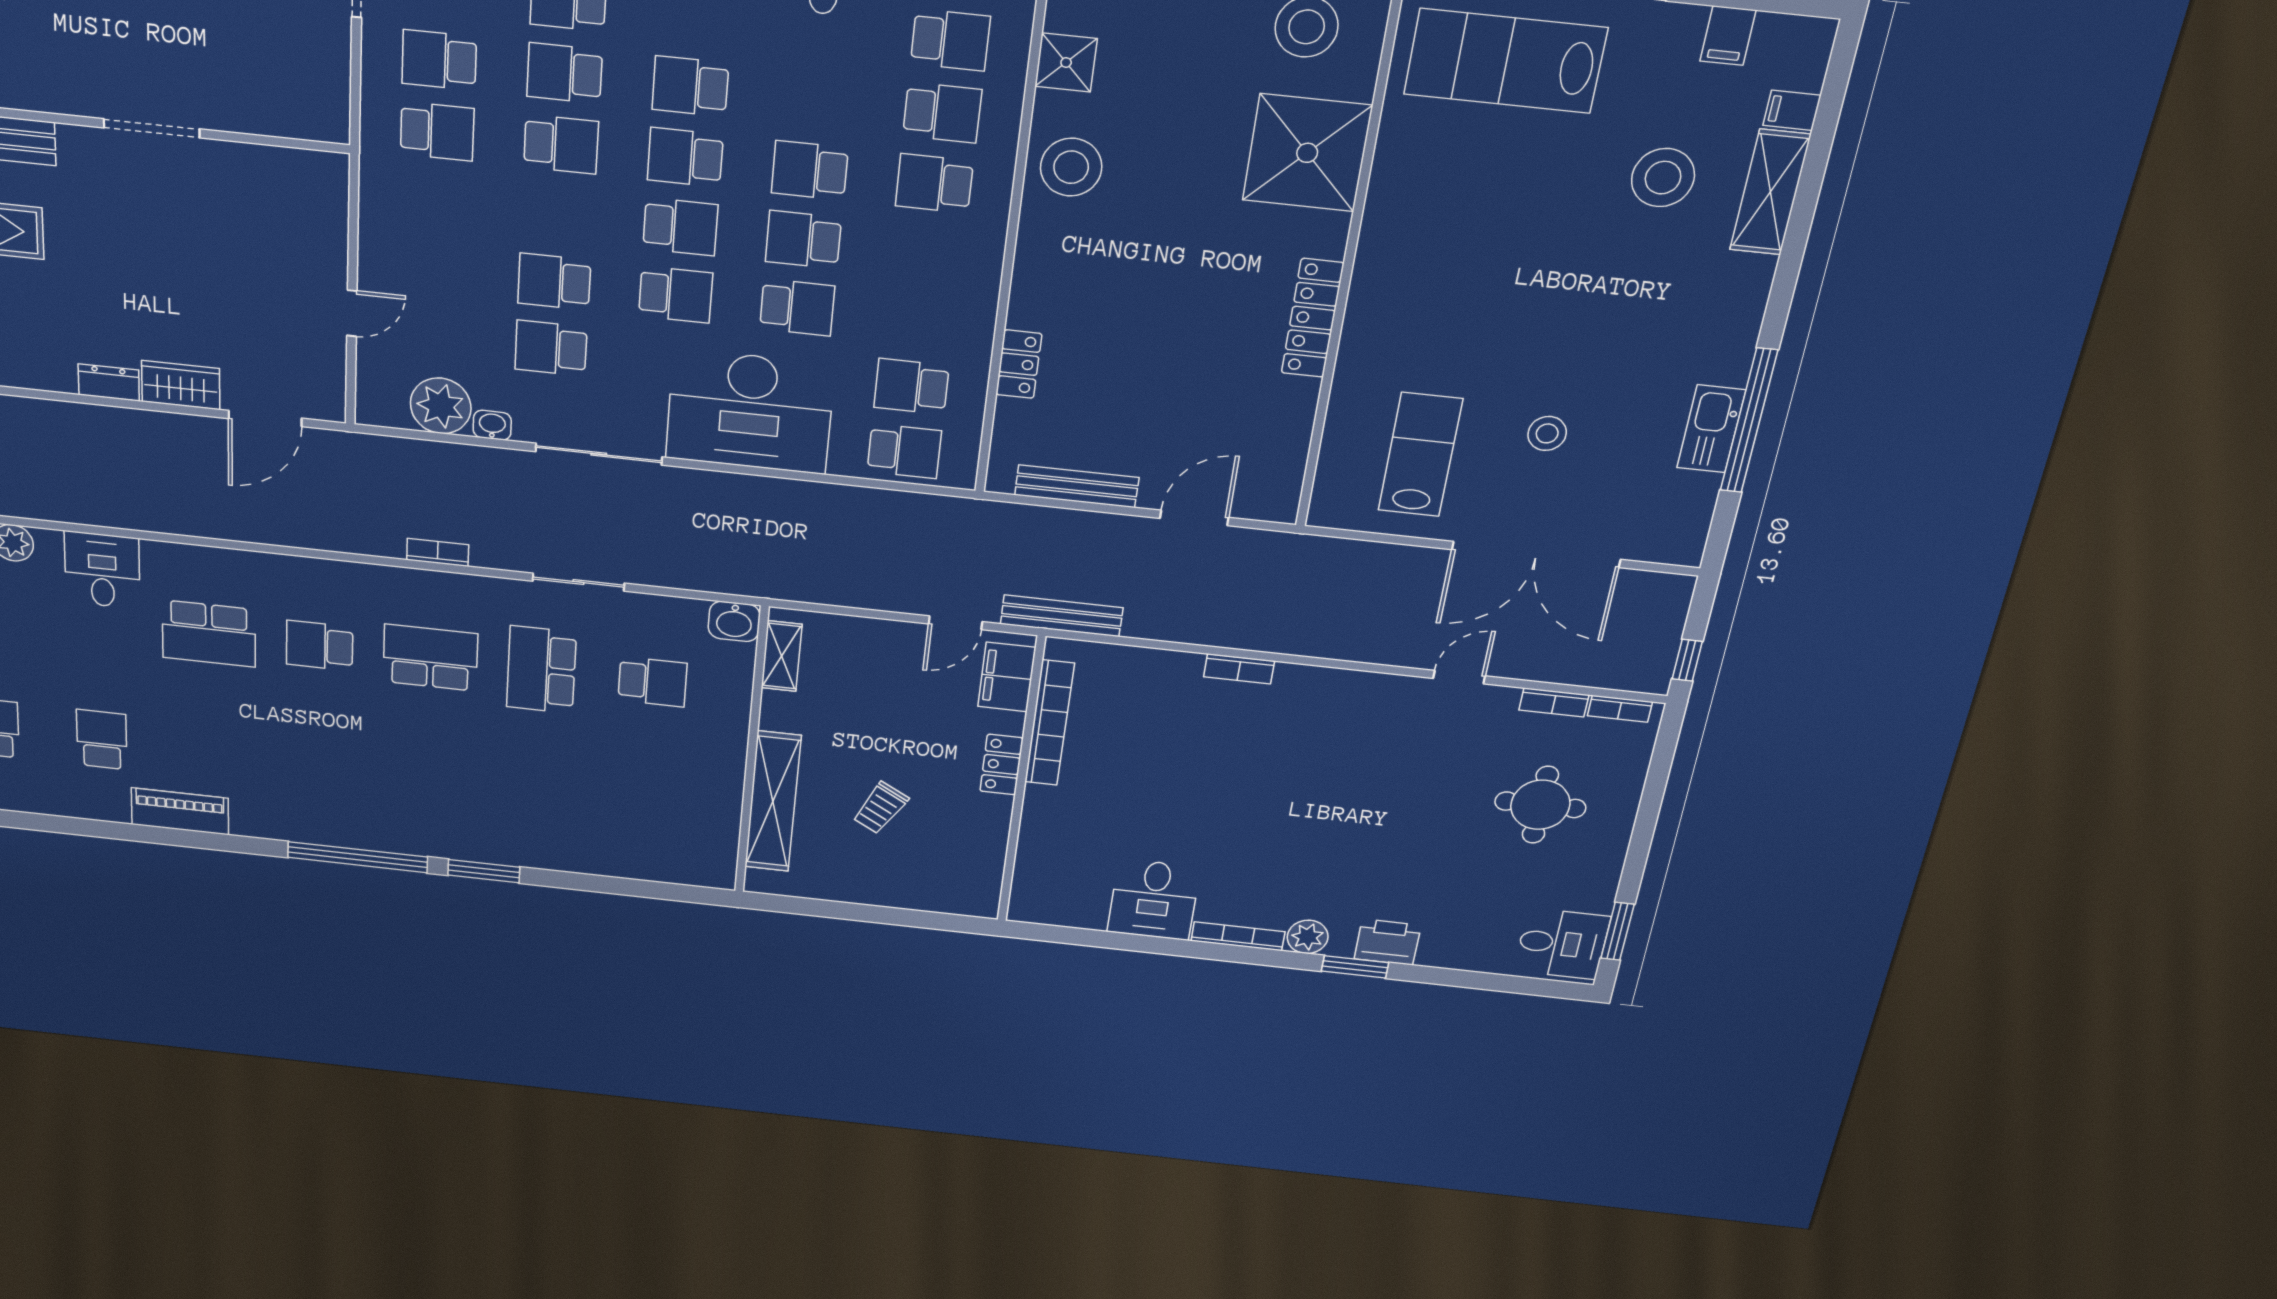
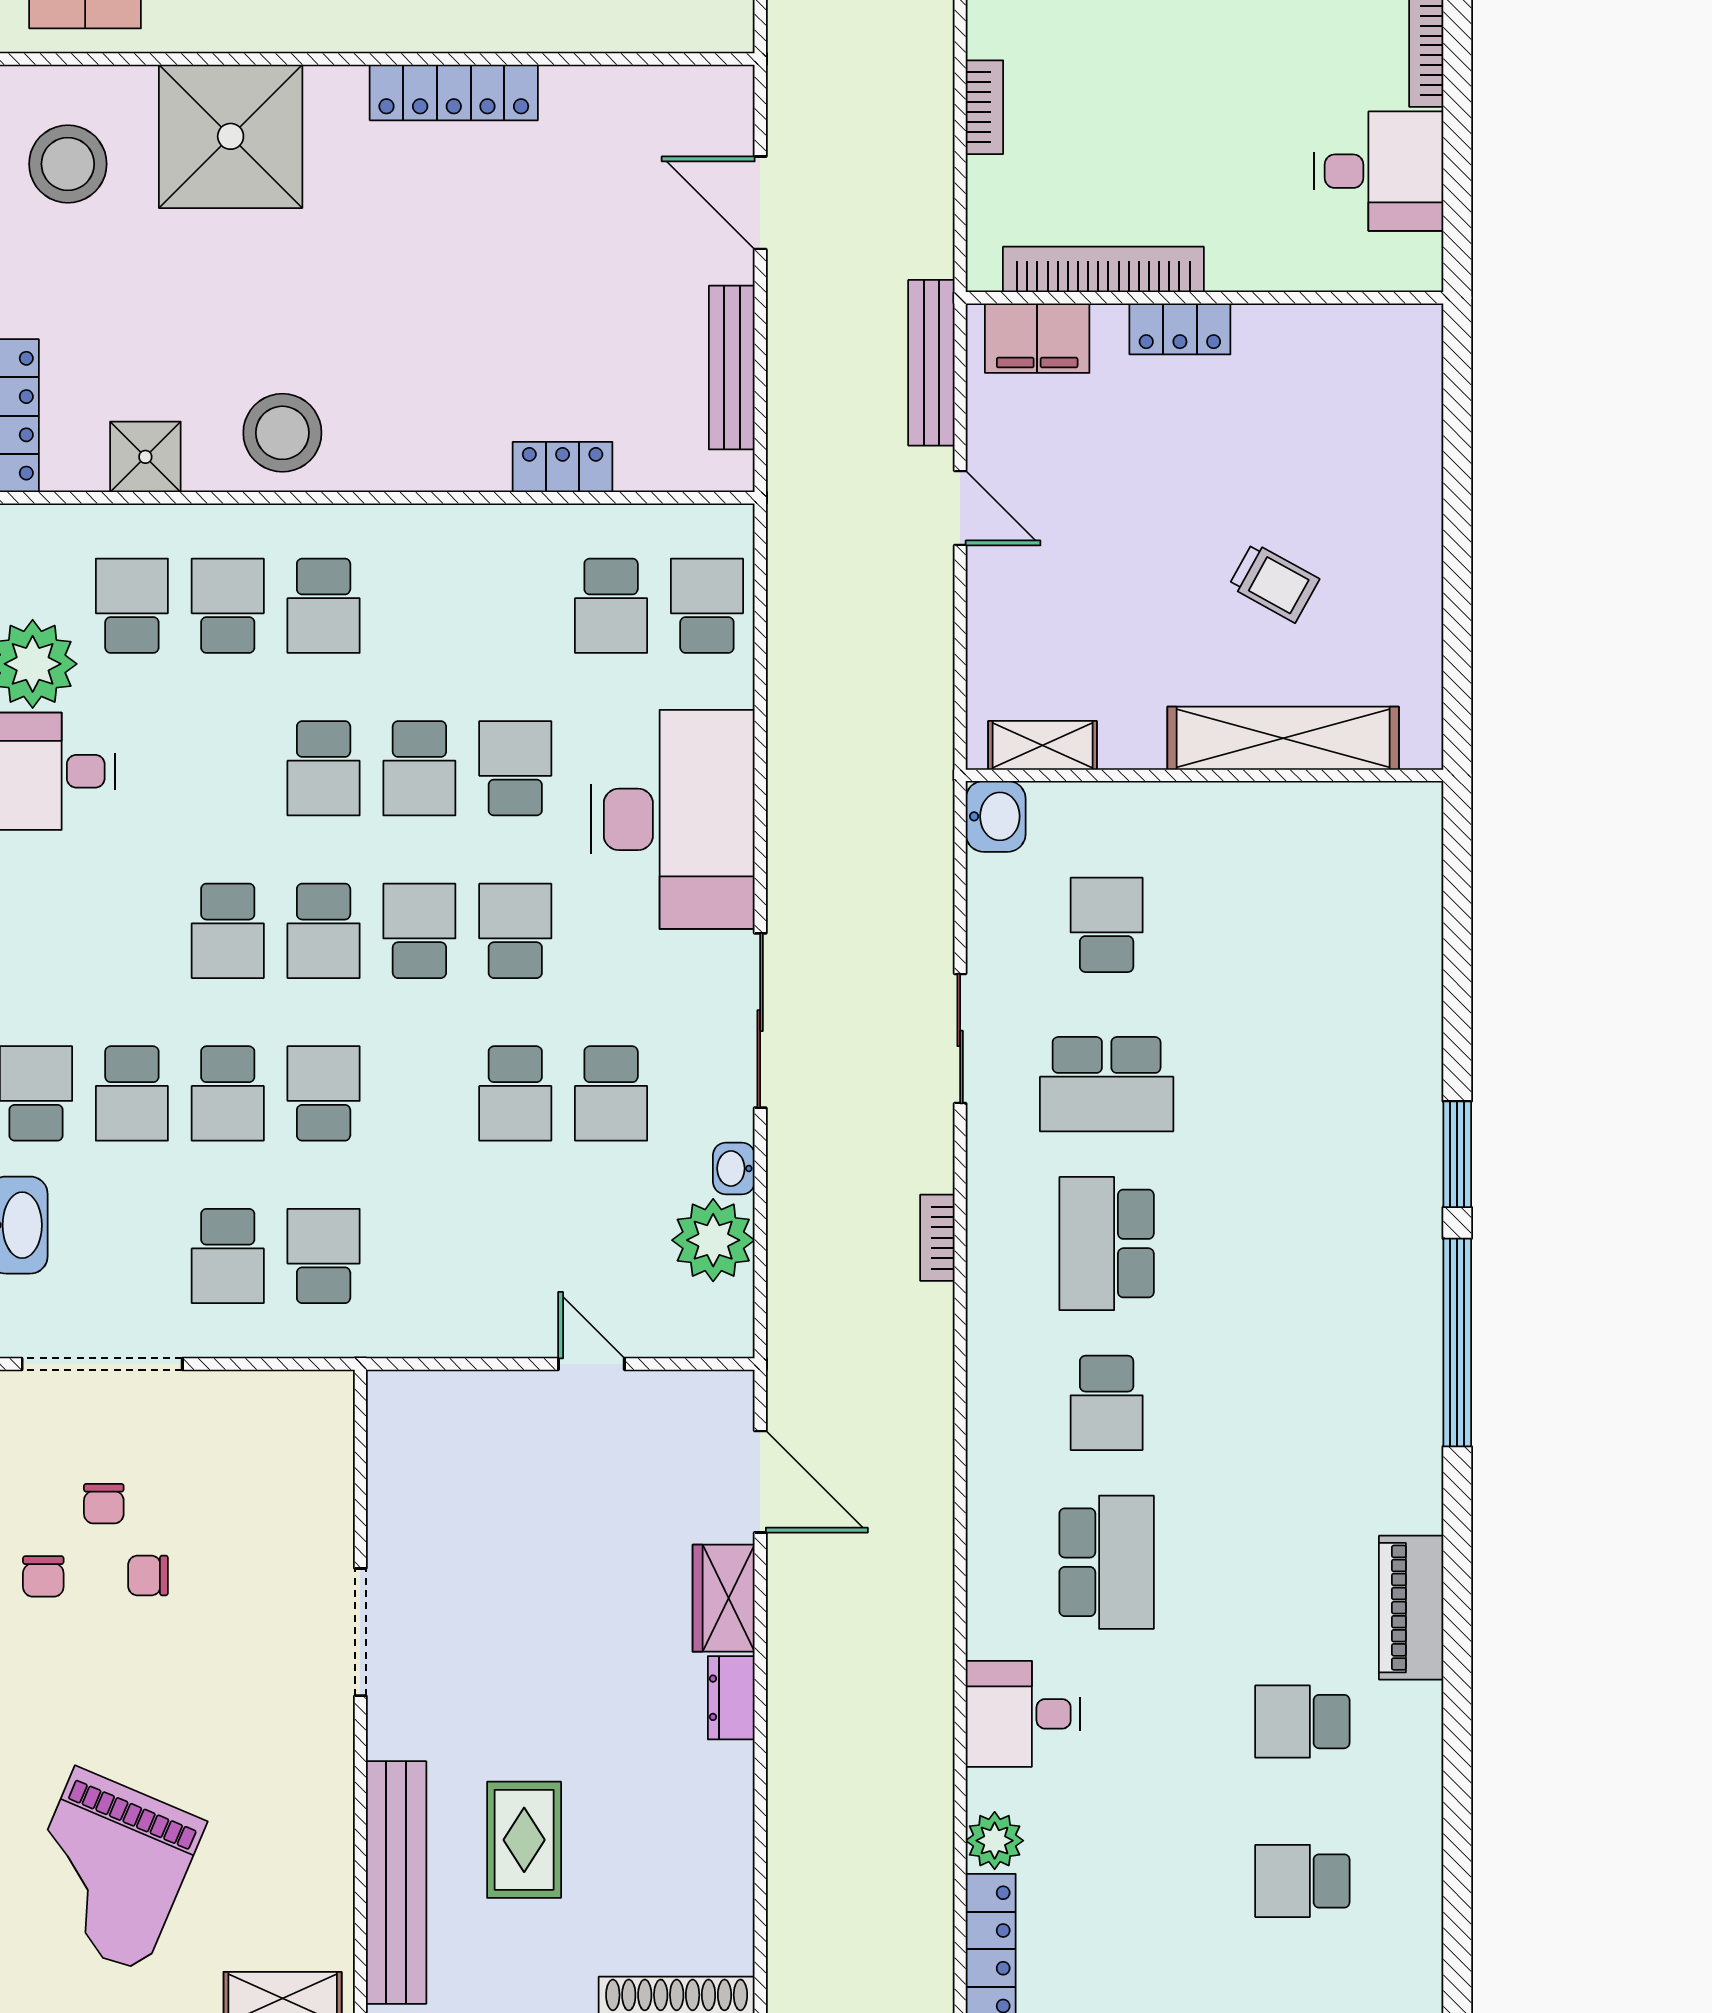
filing cabinet: (1007, 677) -> (1037, 338), moved
bookcase: (1049, 723) -> (1103, 269), moved
locker: (1001, 765) -> (1180, 329), moved
wall: (1021, 782) -> (1204, 298), moved

